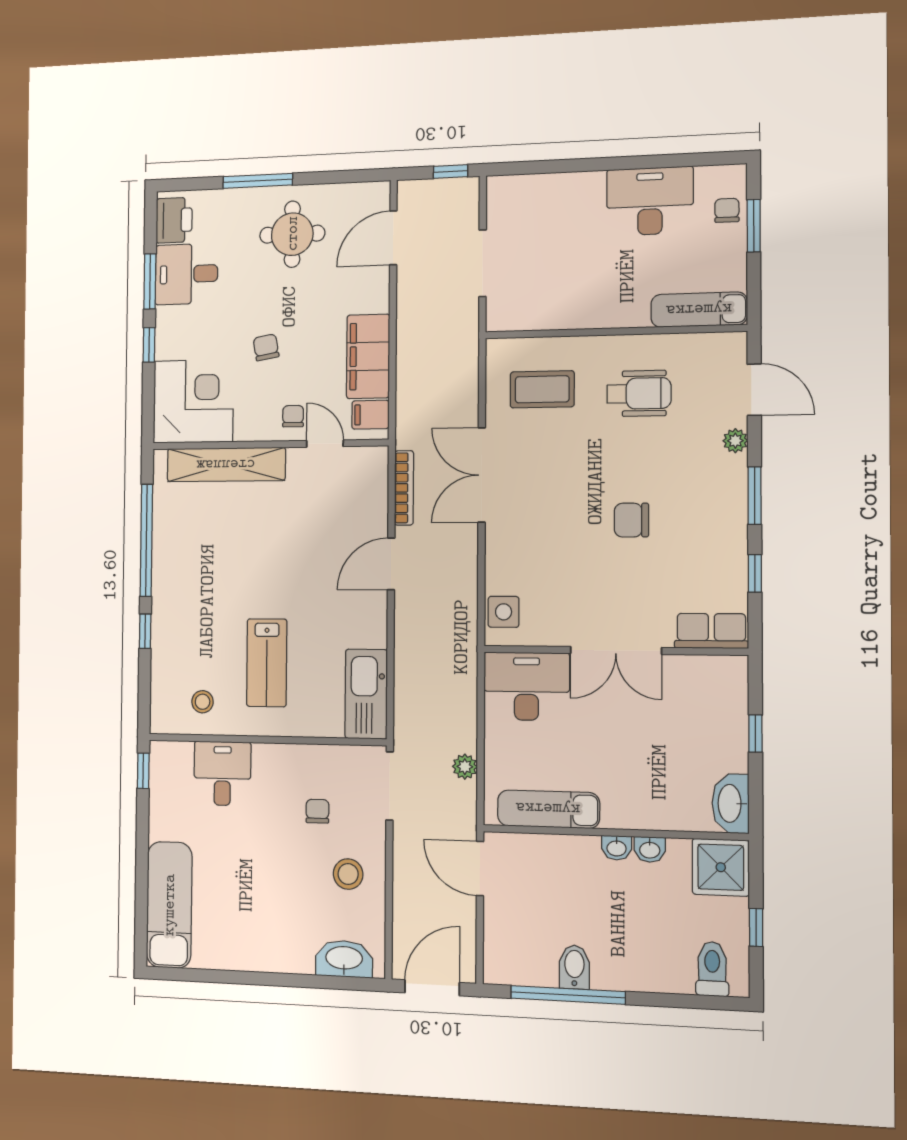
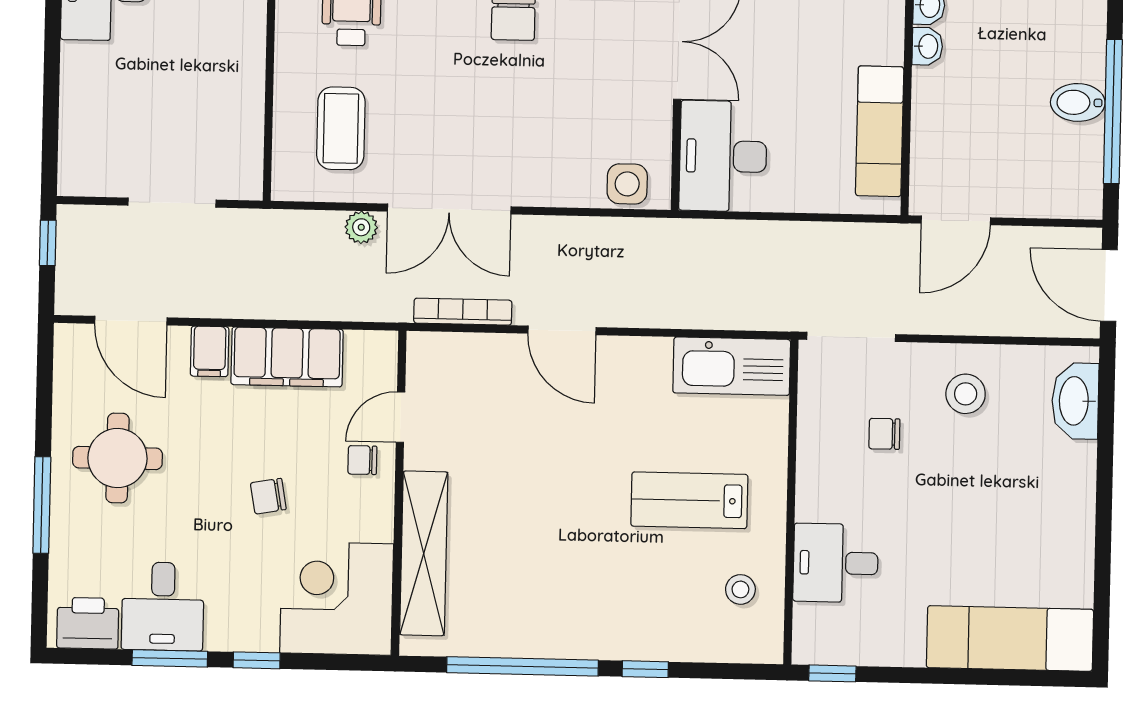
filing cabinet: (371, 415) -> (210, 351), moved
lab bench: (267, 663) -> (689, 500), turned 180
plant: (465, 767) -> (361, 227), moved

